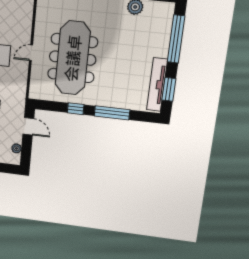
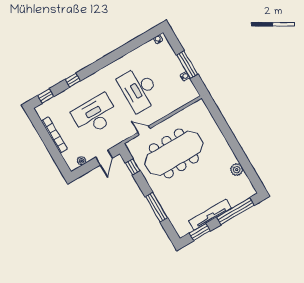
door: (31, 53) -> (144, 130), moved
tv unit: (157, 85) -> (210, 215), moved
window: (76, 109) -> (133, 167), moved

